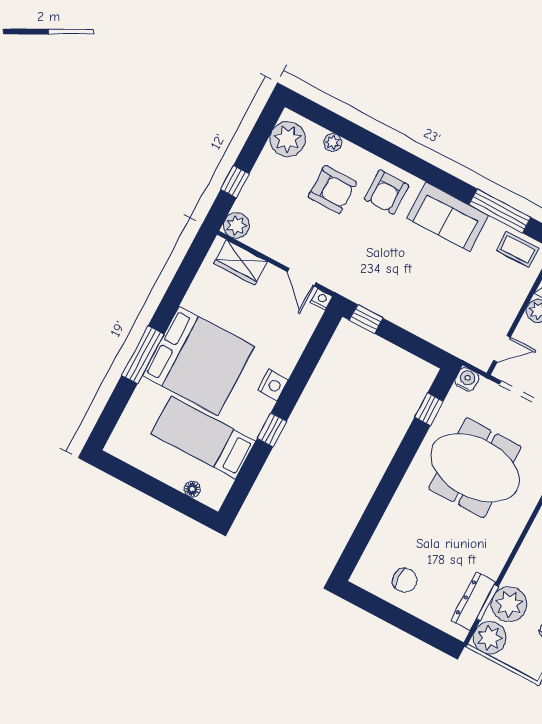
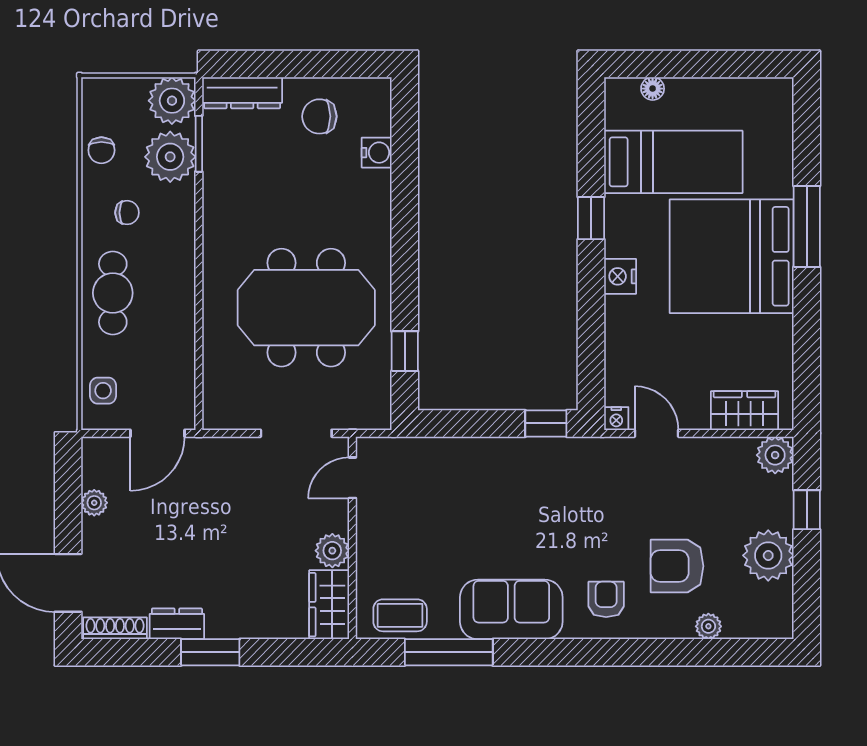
plant: (288, 139) -> (768, 555), moved
armchair: (387, 192) -> (606, 599), width x0.72, depth x0.72
water cooler: (467, 379) -> (377, 153), moved, turned -90
dresser: (473, 601) -> (242, 93), moved, turned 90

